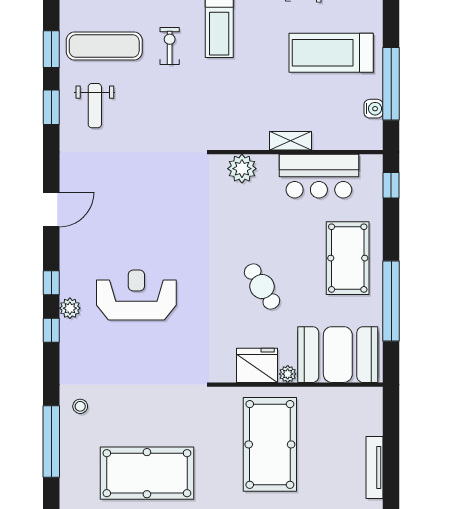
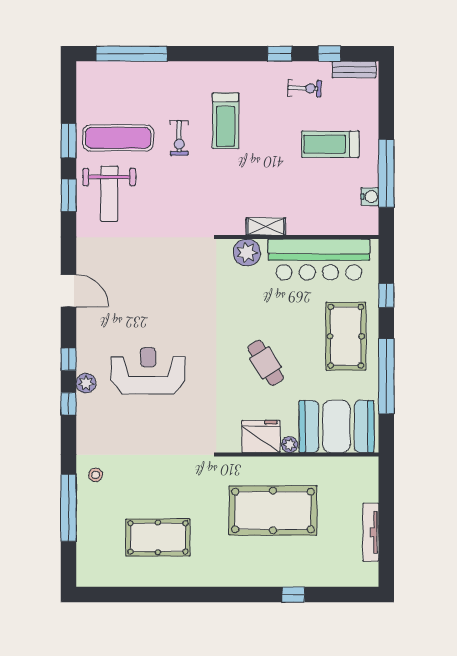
exercise bike: (170, 46) -> (179, 138), turned 180
treadmill: (331, 53) -> (330, 144), width x0.73, depth x0.73
weight bench: (95, 106) -> (109, 194), width x1.36, depth x1.33
shelving: (290, 141) -> (266, 226), moved
bar counter: (319, 176) -> (319, 260), width x1.36
window: (391, 185) -> (386, 295), moved
door: (51, 209) -> (69, 291), hinge flipped
pool table: (270, 444) -> (273, 511), turned 90
pool table: (147, 473) -> (158, 537), width x0.73, depth x0.76

